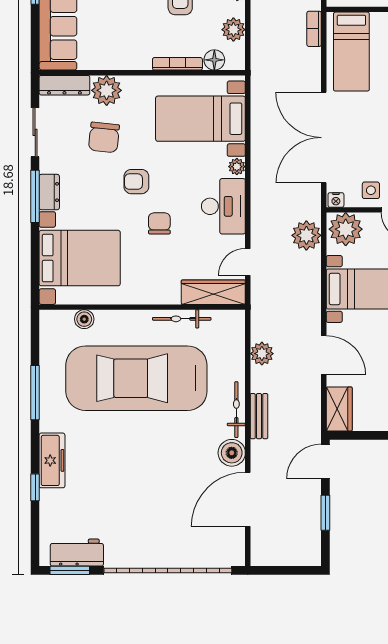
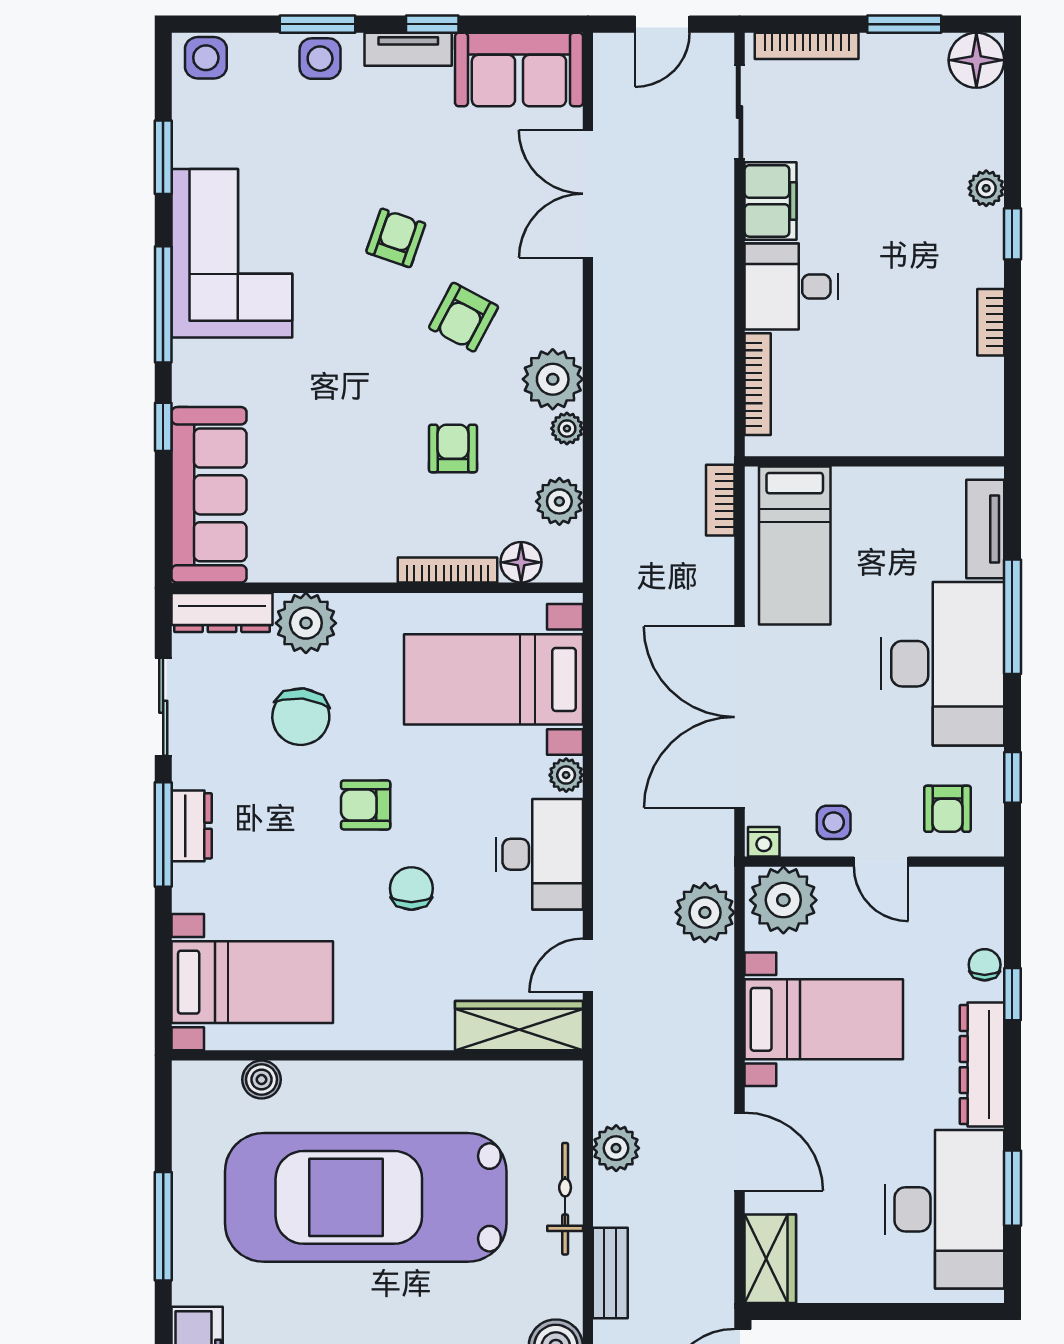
bed with nightstands: (80, 258) -> (252, 982), width x0.73
bicycle: (182, 319) -> (456, 1079), removed
bicycle: (236, 410) -> (565, 1199), moved

